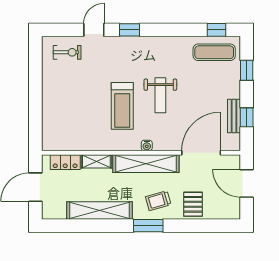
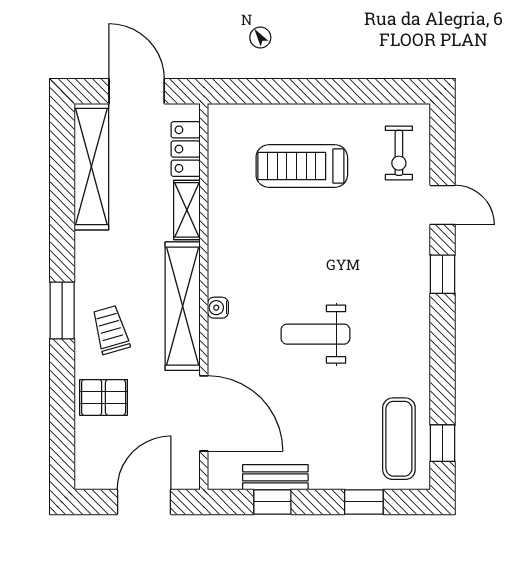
treadmill: (122, 106) -> (302, 166), moved
shelving: (99, 210) -> (91, 167), moved

